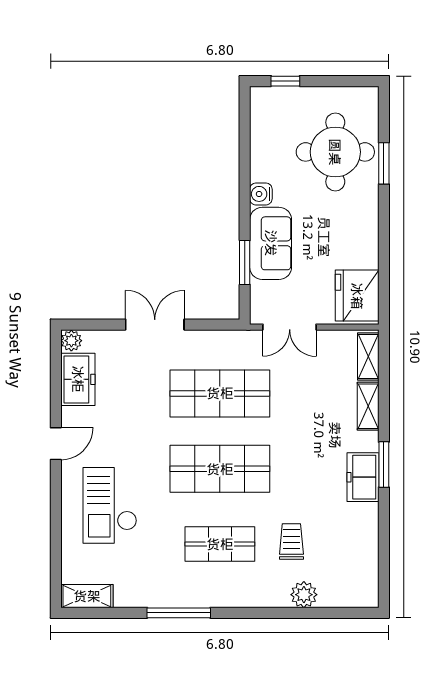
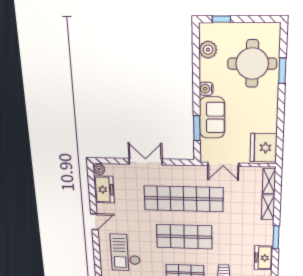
plant: (264, 130) -> (208, 50), added
shop shelf: (220, 393) -> (184, 199), width x1.40
freezer: (363, 477) -> (263, 258), moved

